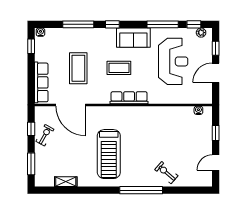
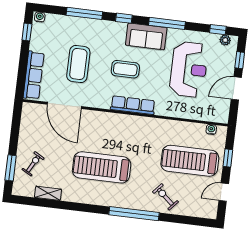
window: (163, 24) -> (167, 23), moved
window: (31, 129) -> (15, 127), removed
exercise bike: (45, 135) -> (33, 164), moved
treadmill: (183, 139) -> (190, 161), added
treadmill: (109, 154) -> (102, 167), turned 90

